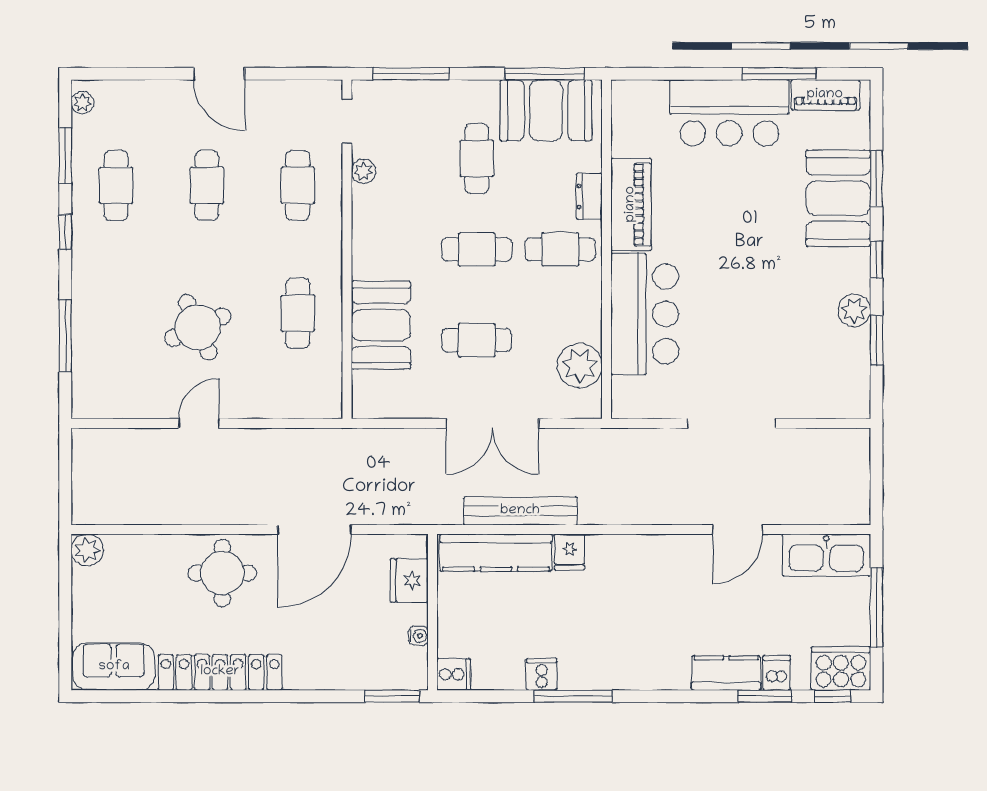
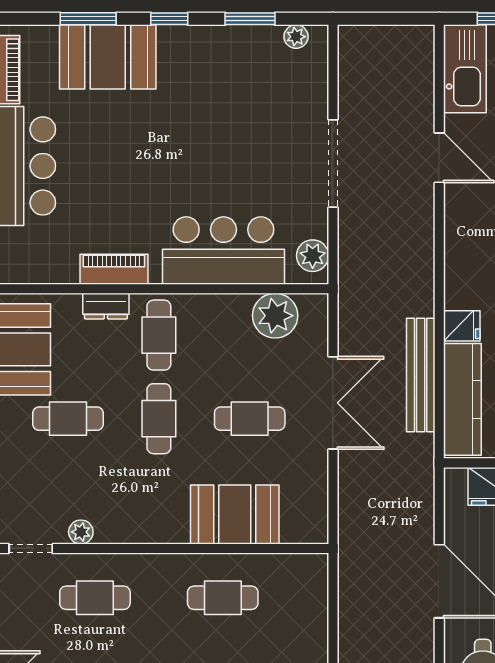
piano: (631, 204) -> (114, 269), width x0.73, depth x0.75
plant: (854, 310) -> (296, 37), moved, width x0.73, depth x0.73
cafe table: (477, 340) -> (250, 419), turned 90
plant: (640, 403) -> (313, 256), added

